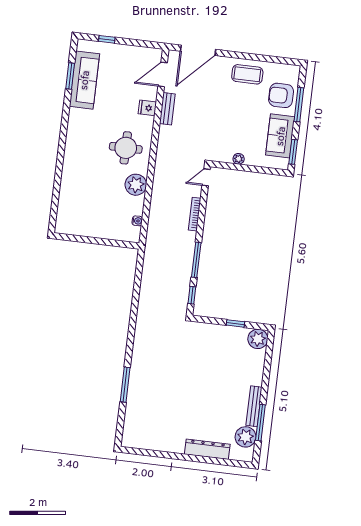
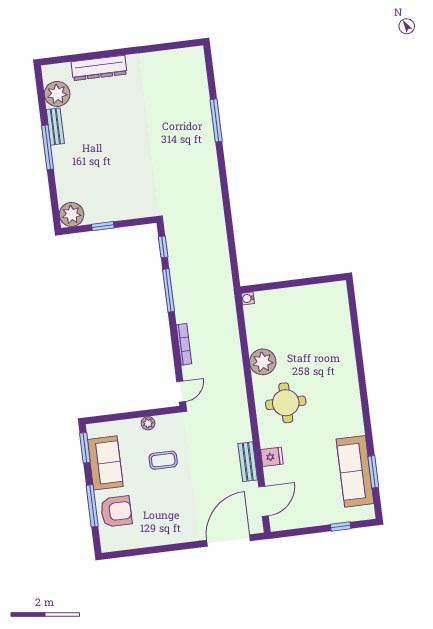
coffee table: (247, 74) -> (163, 460), moved, width x0.73, depth x0.77
water cooler: (137, 221) -> (248, 298), moved
bench: (254, 406) -> (55, 127), width x0.73
window: (260, 423) -> (48, 147), moved

